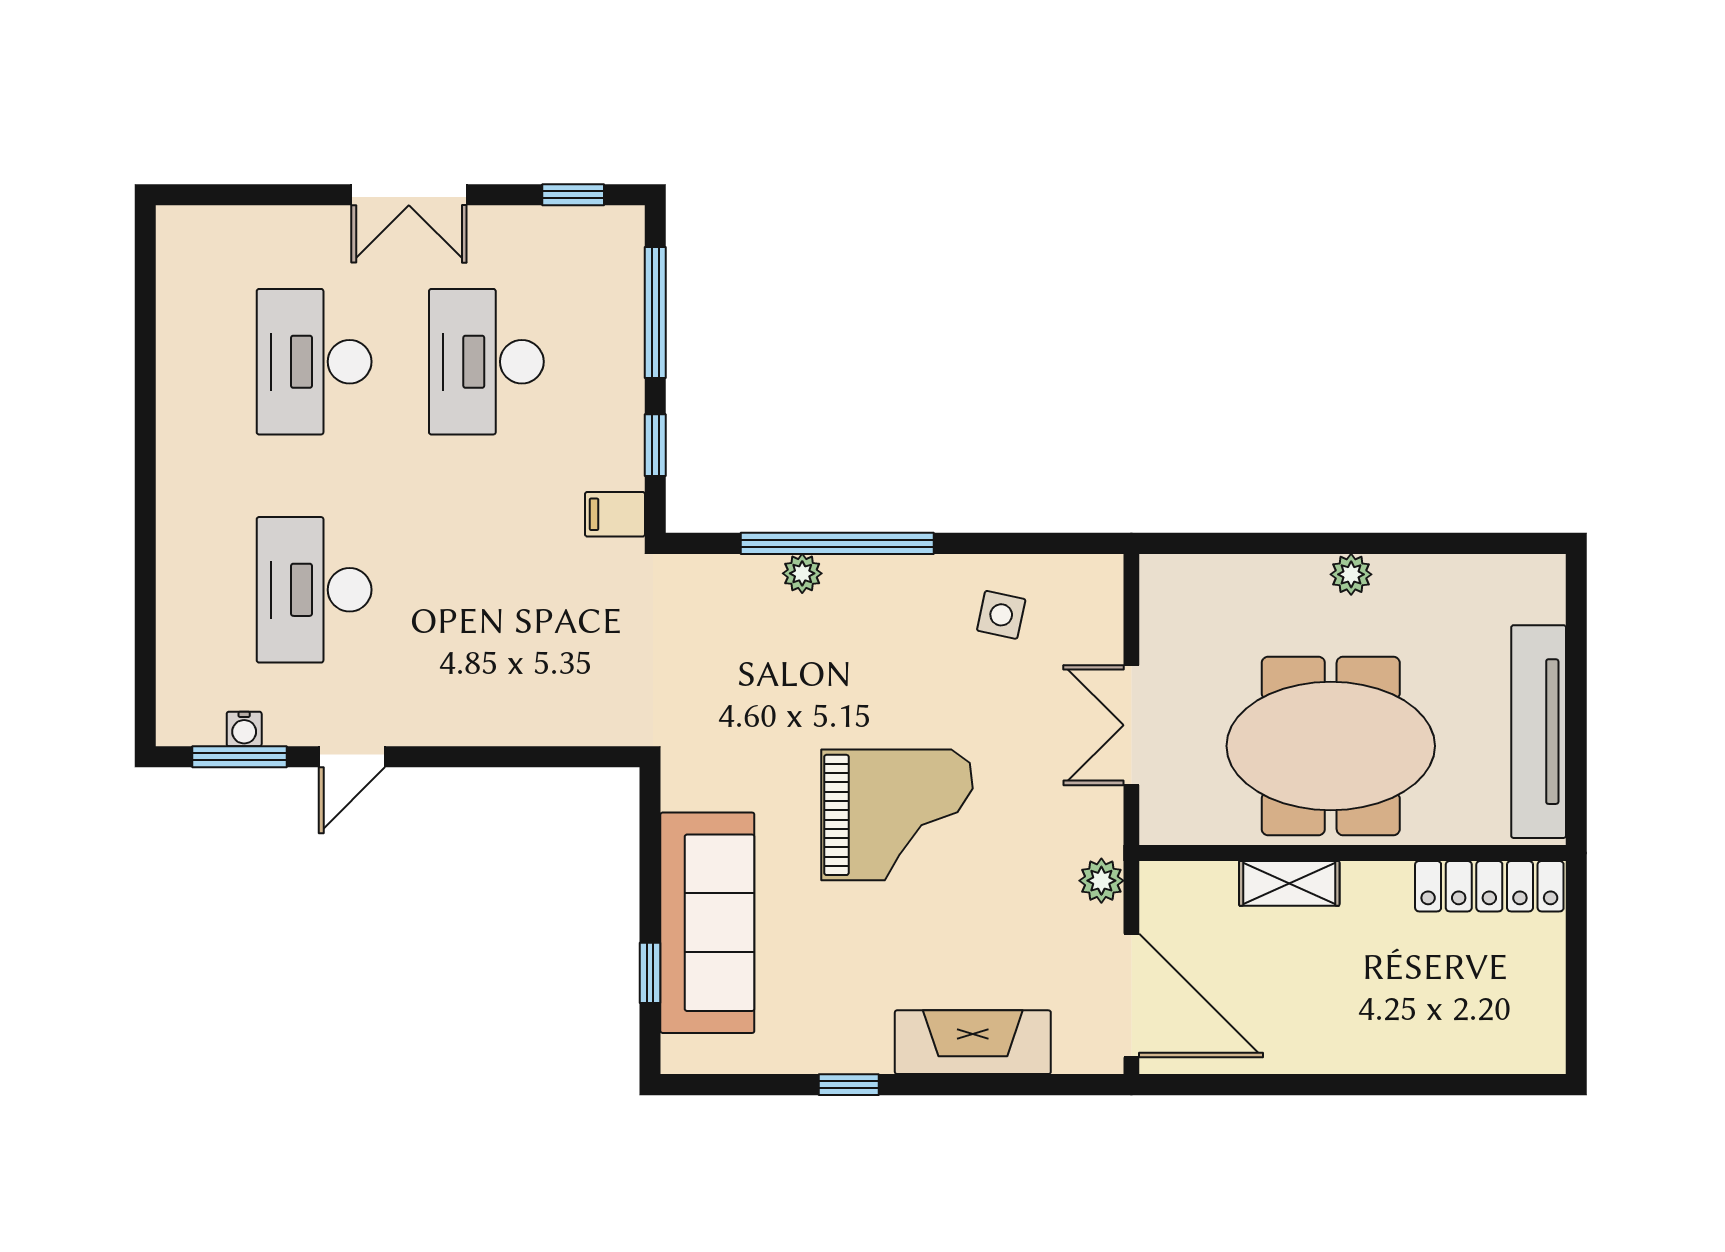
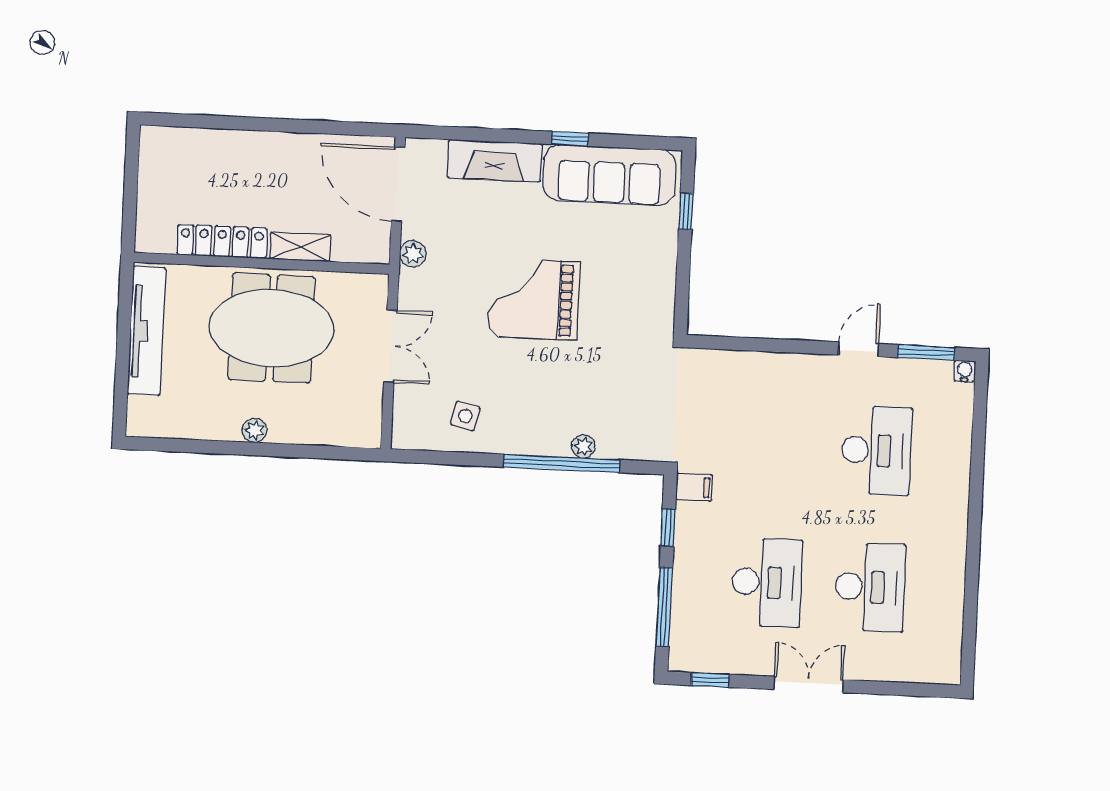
water cooler: (244, 729) -> (964, 371), moved
locker: (1489, 886) -> (222, 242), moved
sofa: (707, 923) -> (609, 175), moved, turned -90

